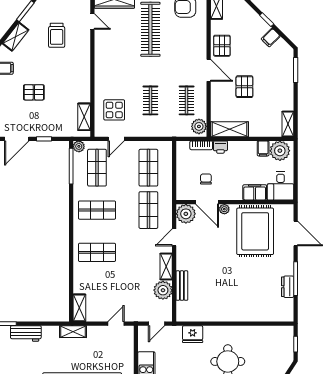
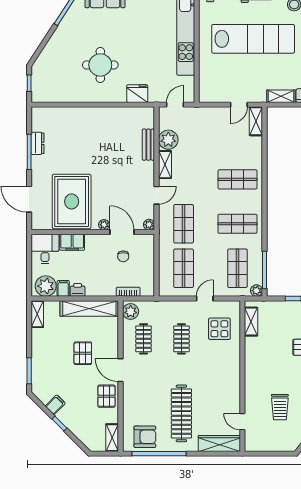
trolley: (57, 35) -> (280, 407), turned 180
shelving: (229, 129) -> (89, 309), width x1.47
door: (116, 139) -> (205, 299), moved
printer: (220, 147) -> (78, 290), moved
plant: (186, 214) -> (149, 225), width x0.53, depth x0.53
door: (116, 324) -> (239, 105), moved
shelving: (73, 332) -> (281, 96), moved

